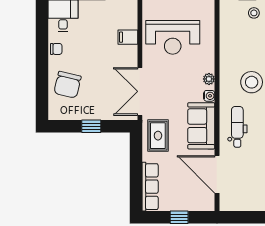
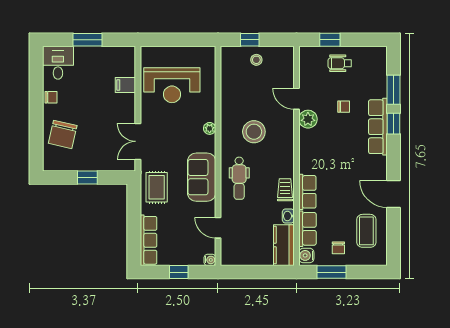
double door: (140, 91) -> (138, 141), width x0.73
water cooler: (209, 96) -> (210, 260), moved
dental chair: (237, 127) -> (239, 178), turned 180
door: (217, 174) -> (218, 228), width x0.53

